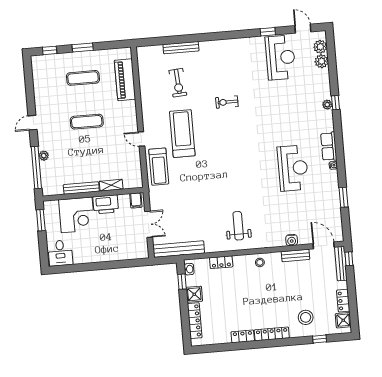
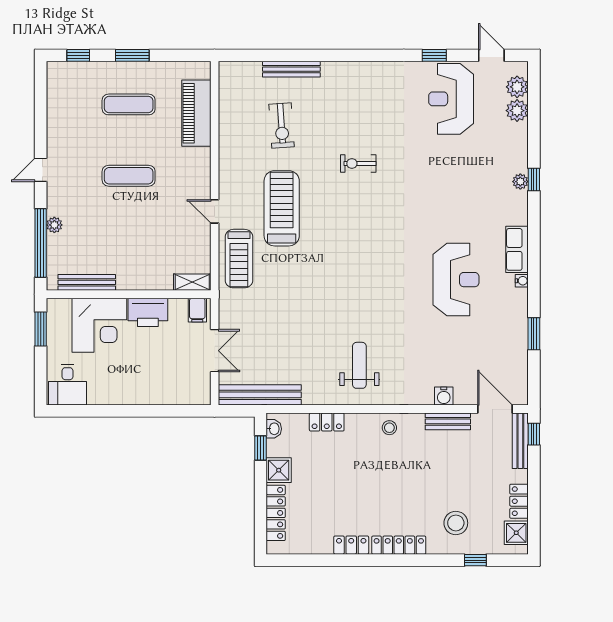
reception desk: (280, 58) -> (451, 99), turned 180
shelving: (111, 185) -> (192, 282), moved
bench: (81, 188) -> (87, 282), moved

